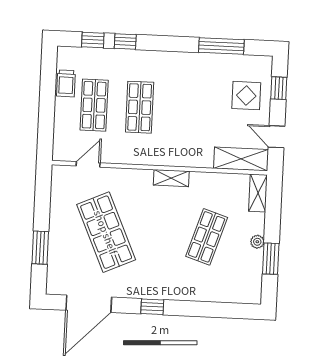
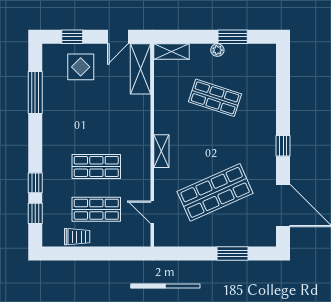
shelving: (171, 178) -> (161, 151), moved

